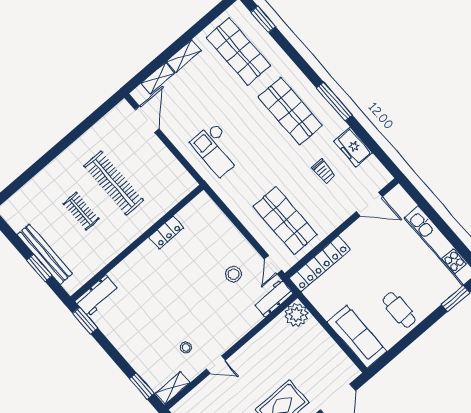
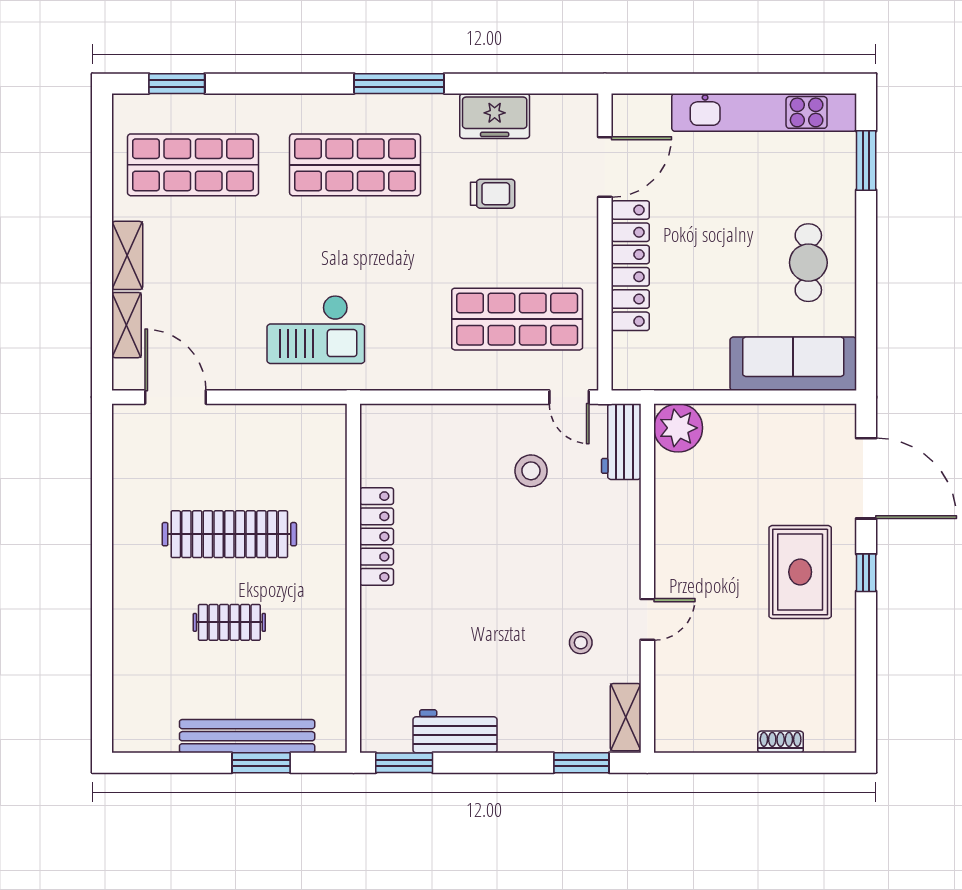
locker: (166, 233) -> (377, 536), width x1.53
locker: (320, 264) -> (630, 266), moved
workbench: (97, 296) -> (455, 731), moved, turned -90
cafe table: (399, 310) -> (808, 263), turned 90

